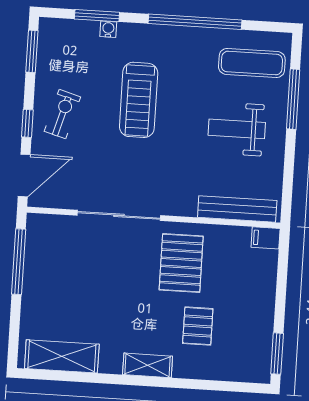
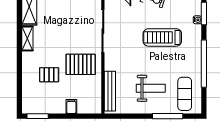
weight bench: (237, 129) -> (151, 88), turned 90
filing cabinet: (266, 238) -> (71, 107), moved
shelving: (148, 365) -> (27, 38), moved

